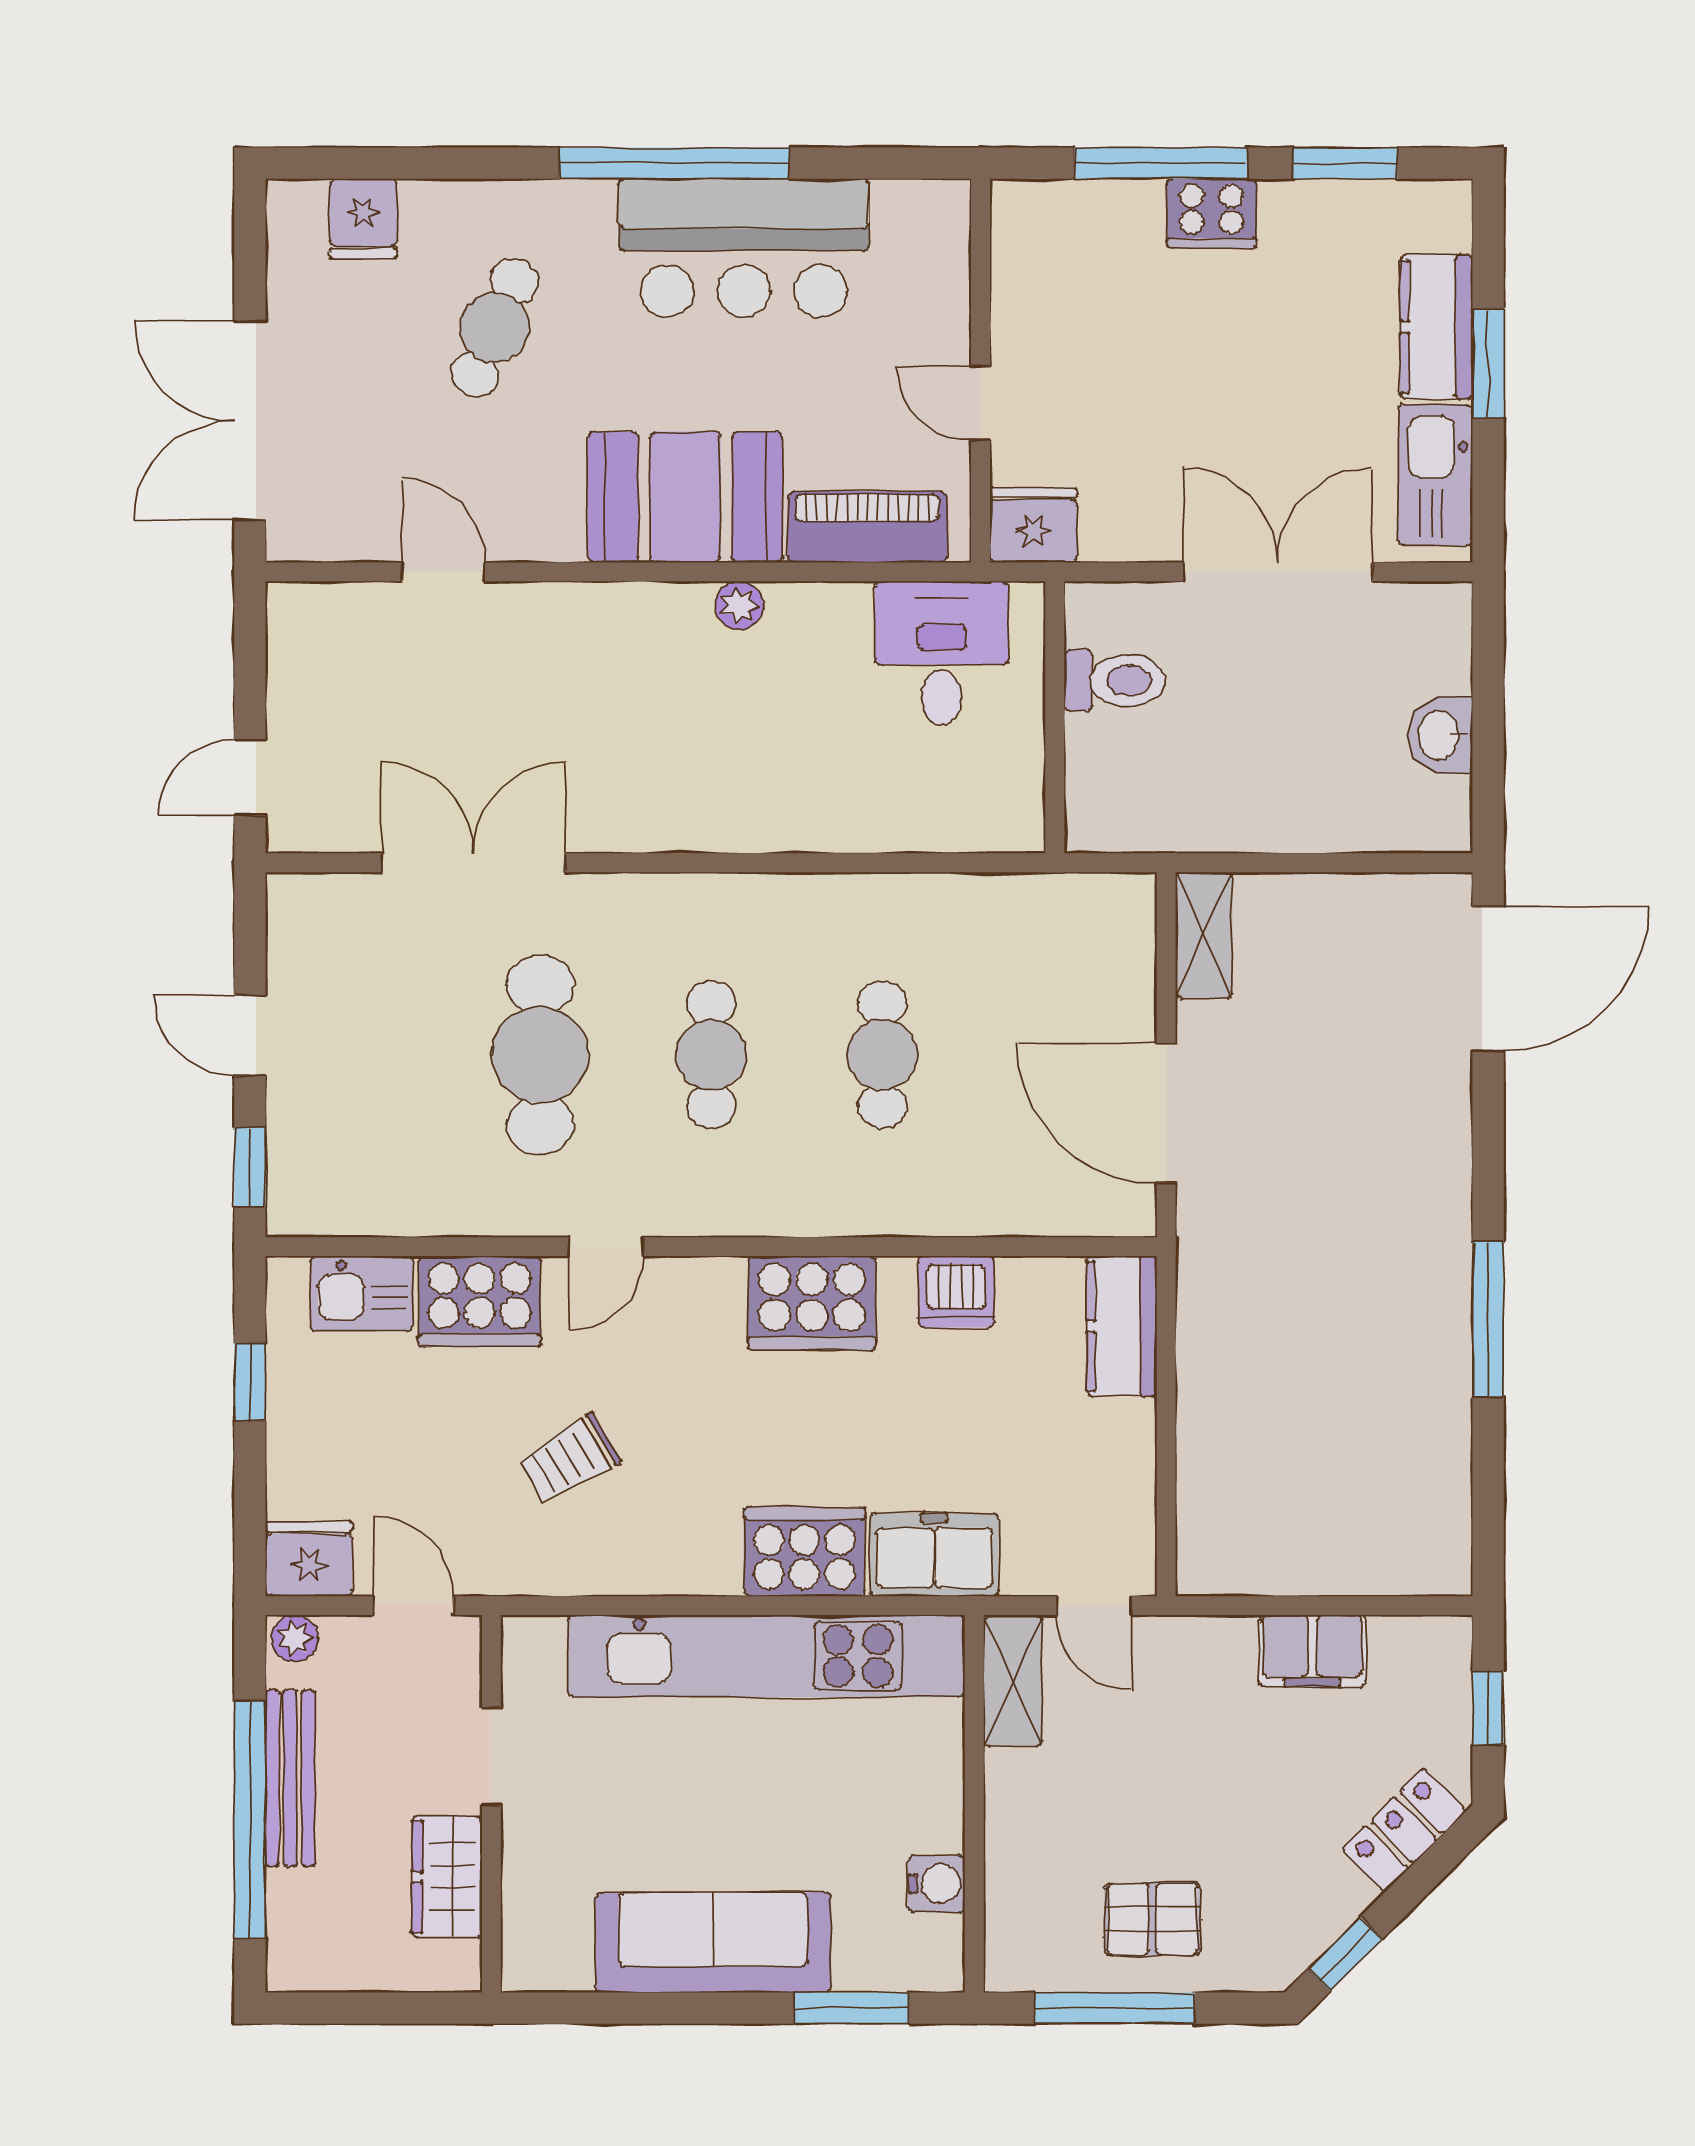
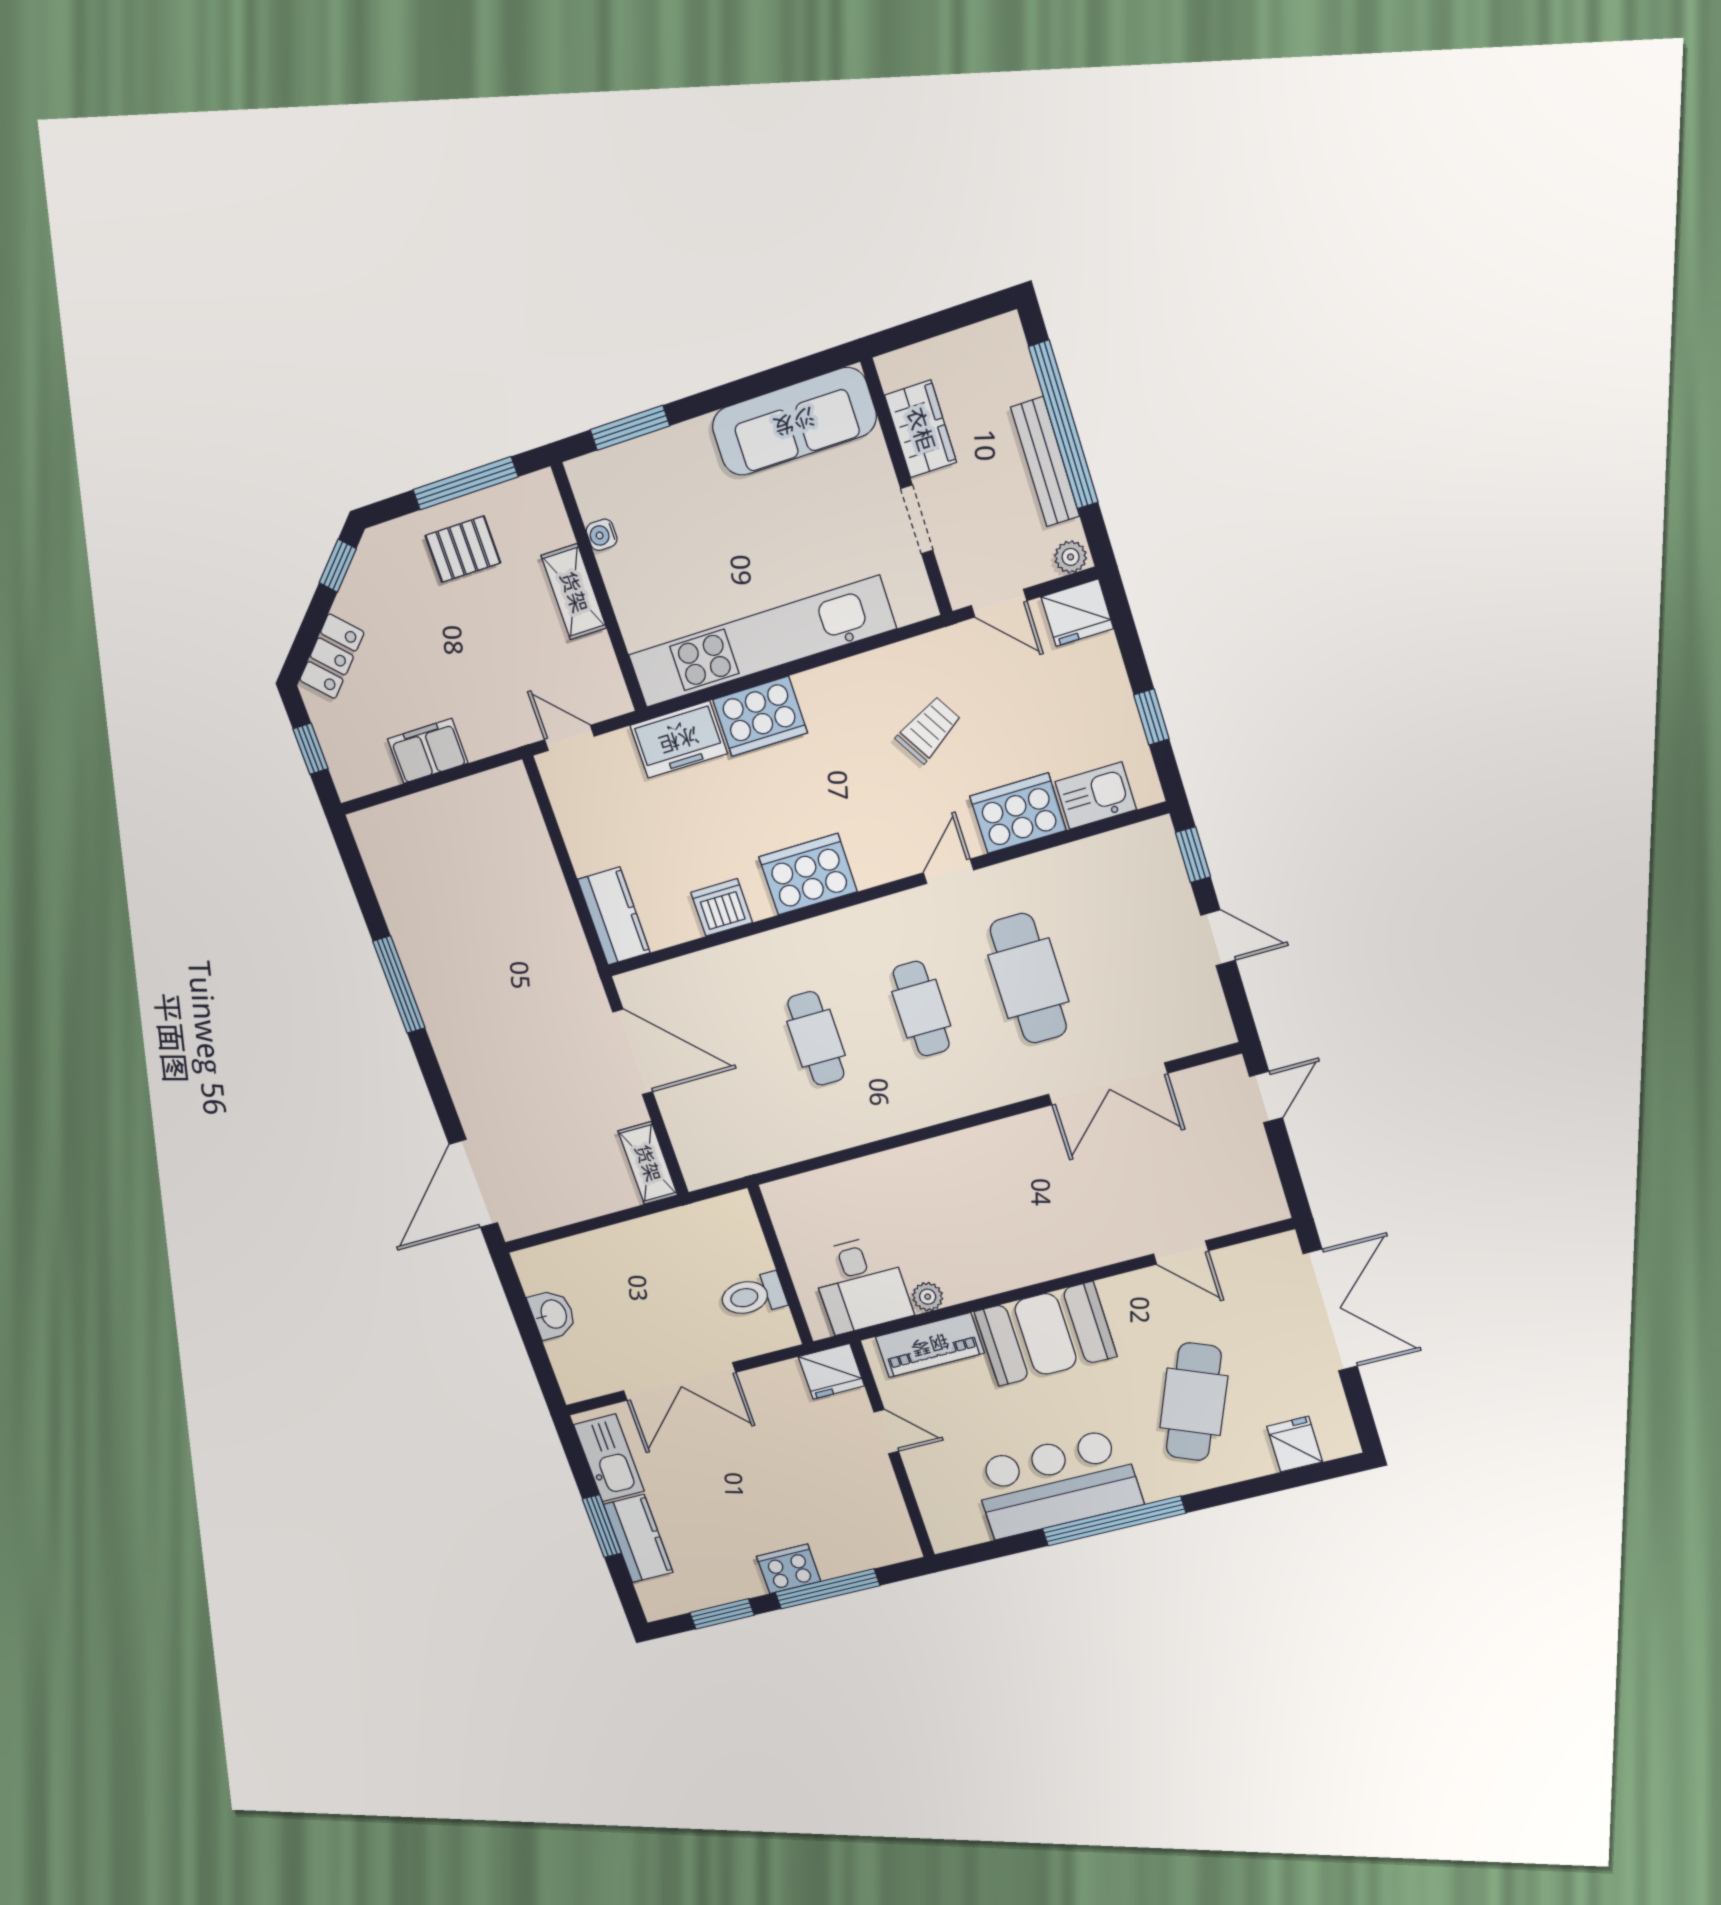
cafe table: (495, 328) -> (1194, 1402), width x1.37, depth x1.35
plant: (739, 605) -> (928, 1297), moved
shelving: (1013, 1681) -> (574, 592), moved
water cooler: (936, 1884) -> (602, 535), width x0.72, depth x0.72
sofa: (713, 1943) -> (794, 422), moved

